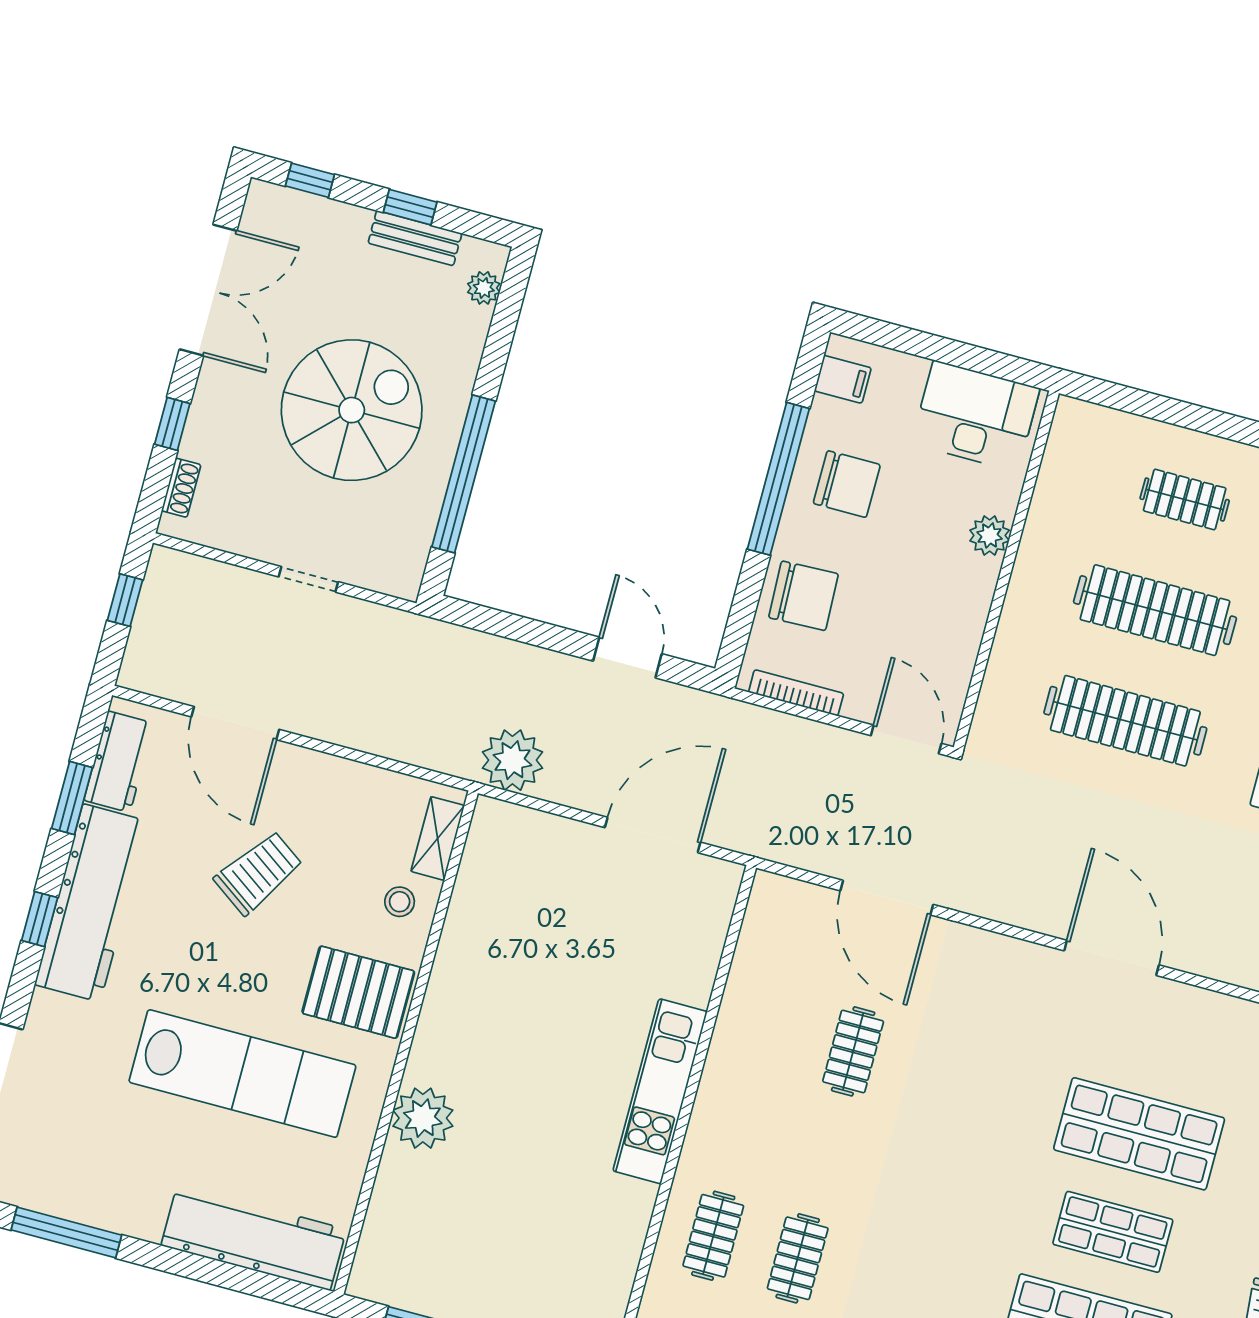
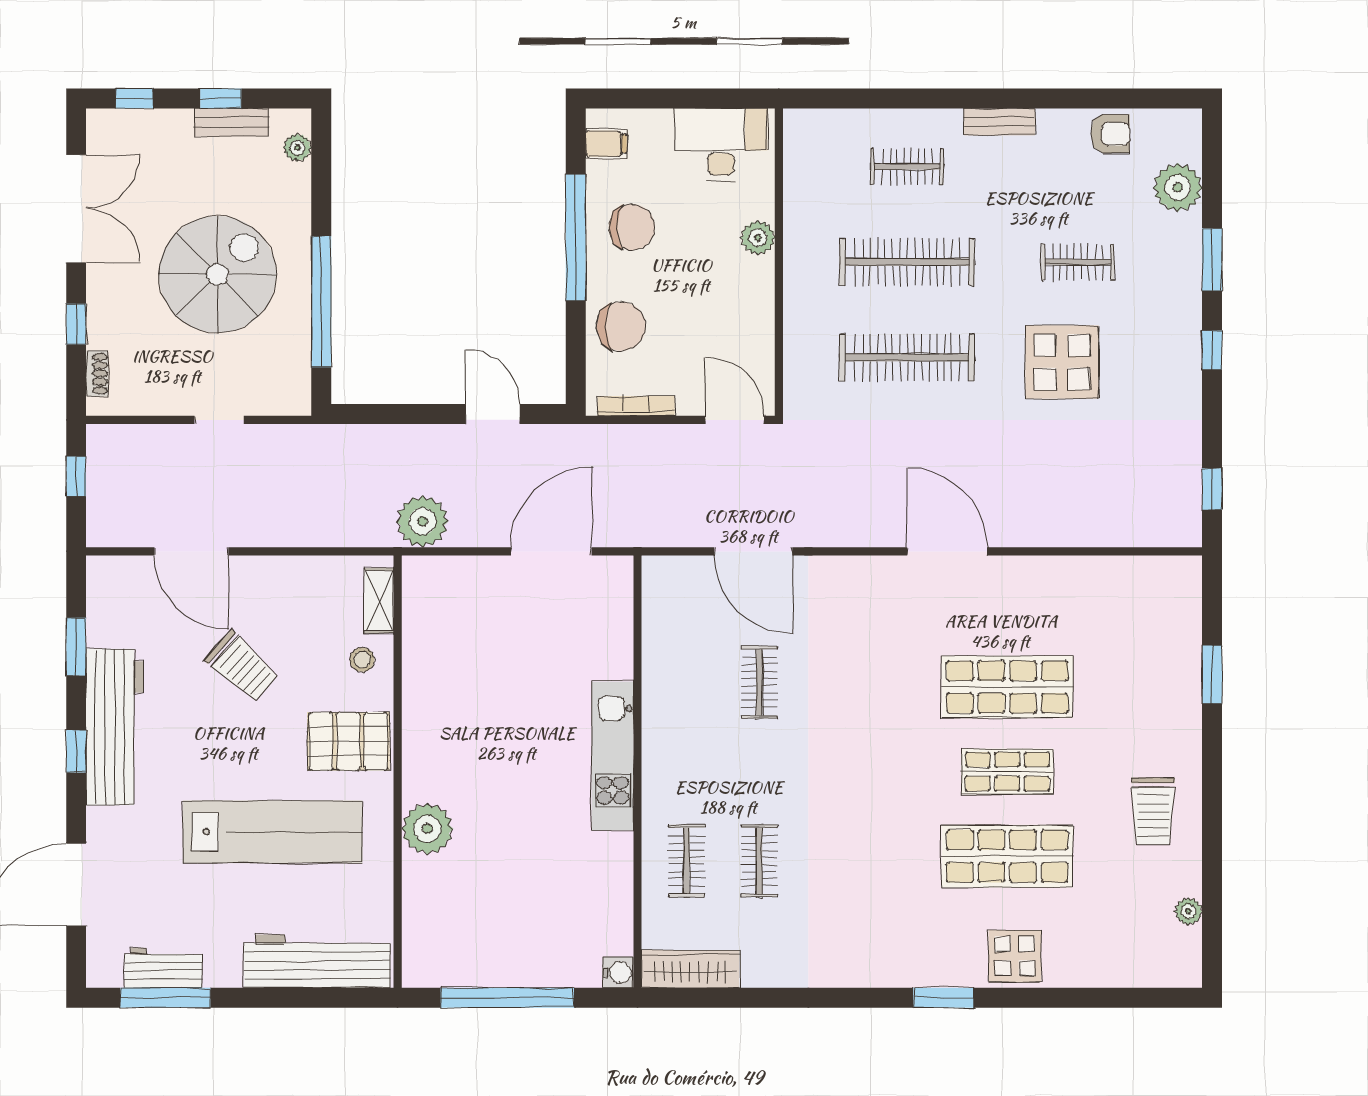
workbench: (119, 762) -> (163, 968), moved, turned -90
trolley: (258, 873) -> (242, 667), turned 97

